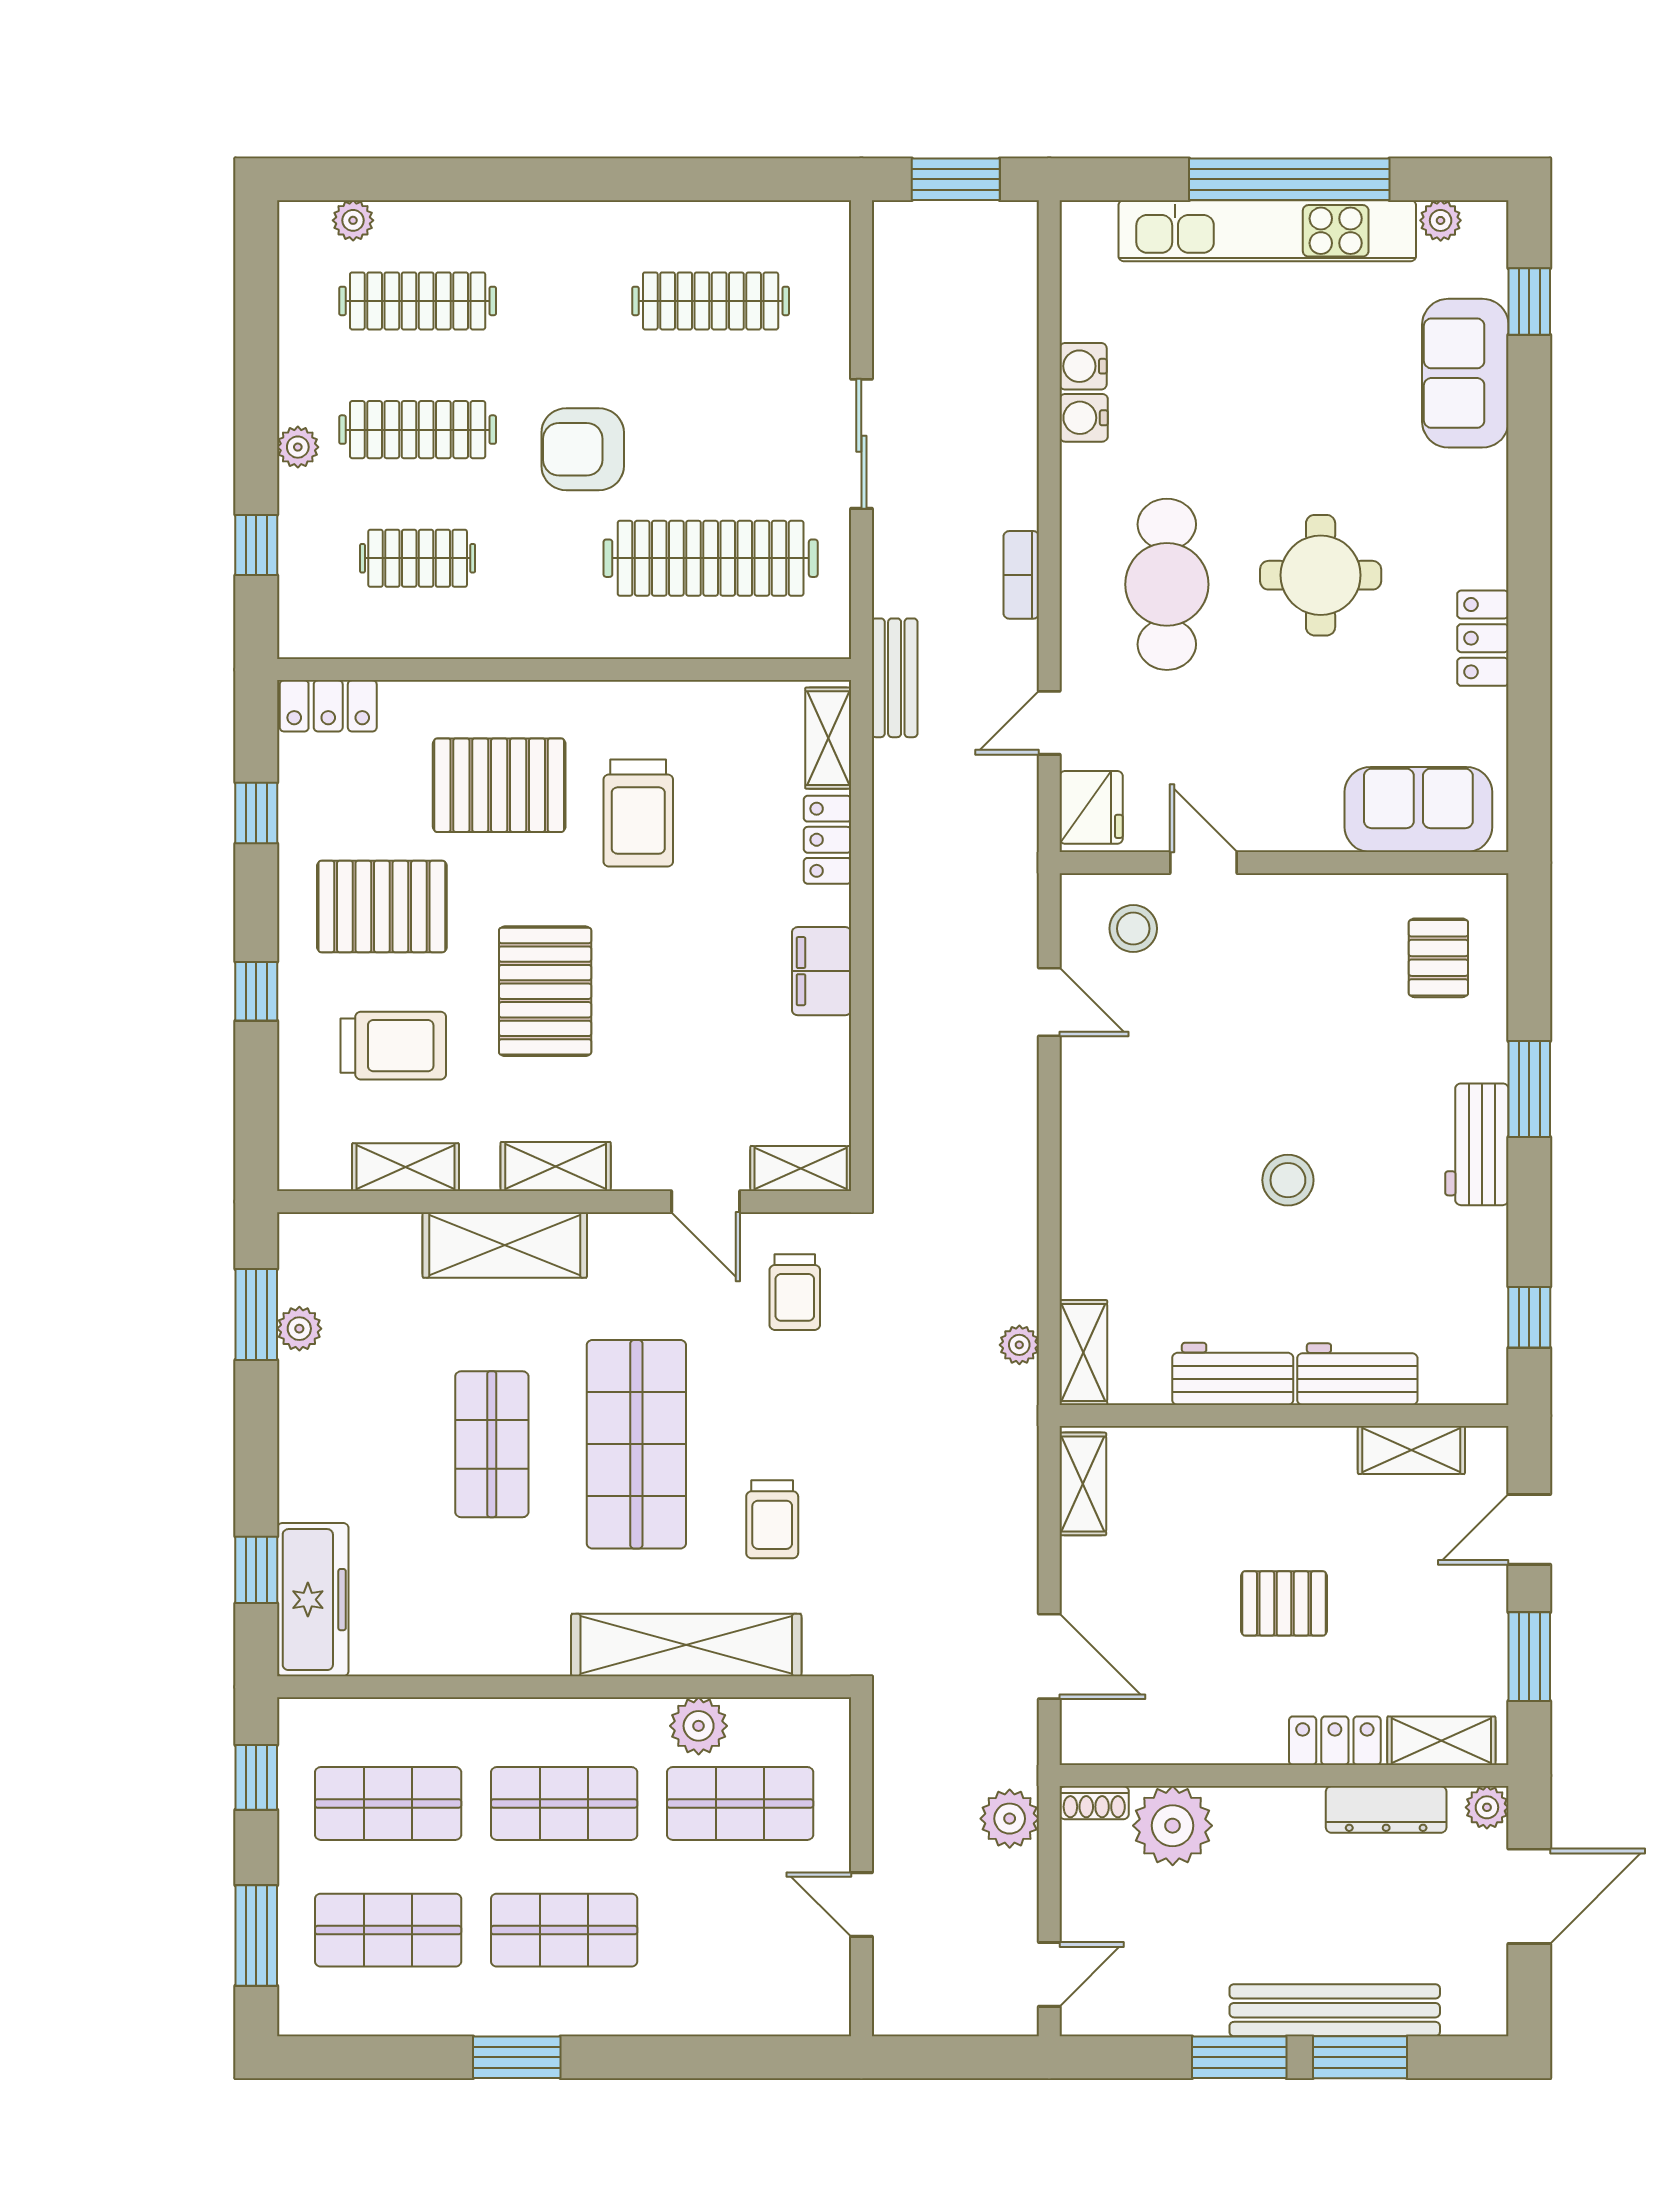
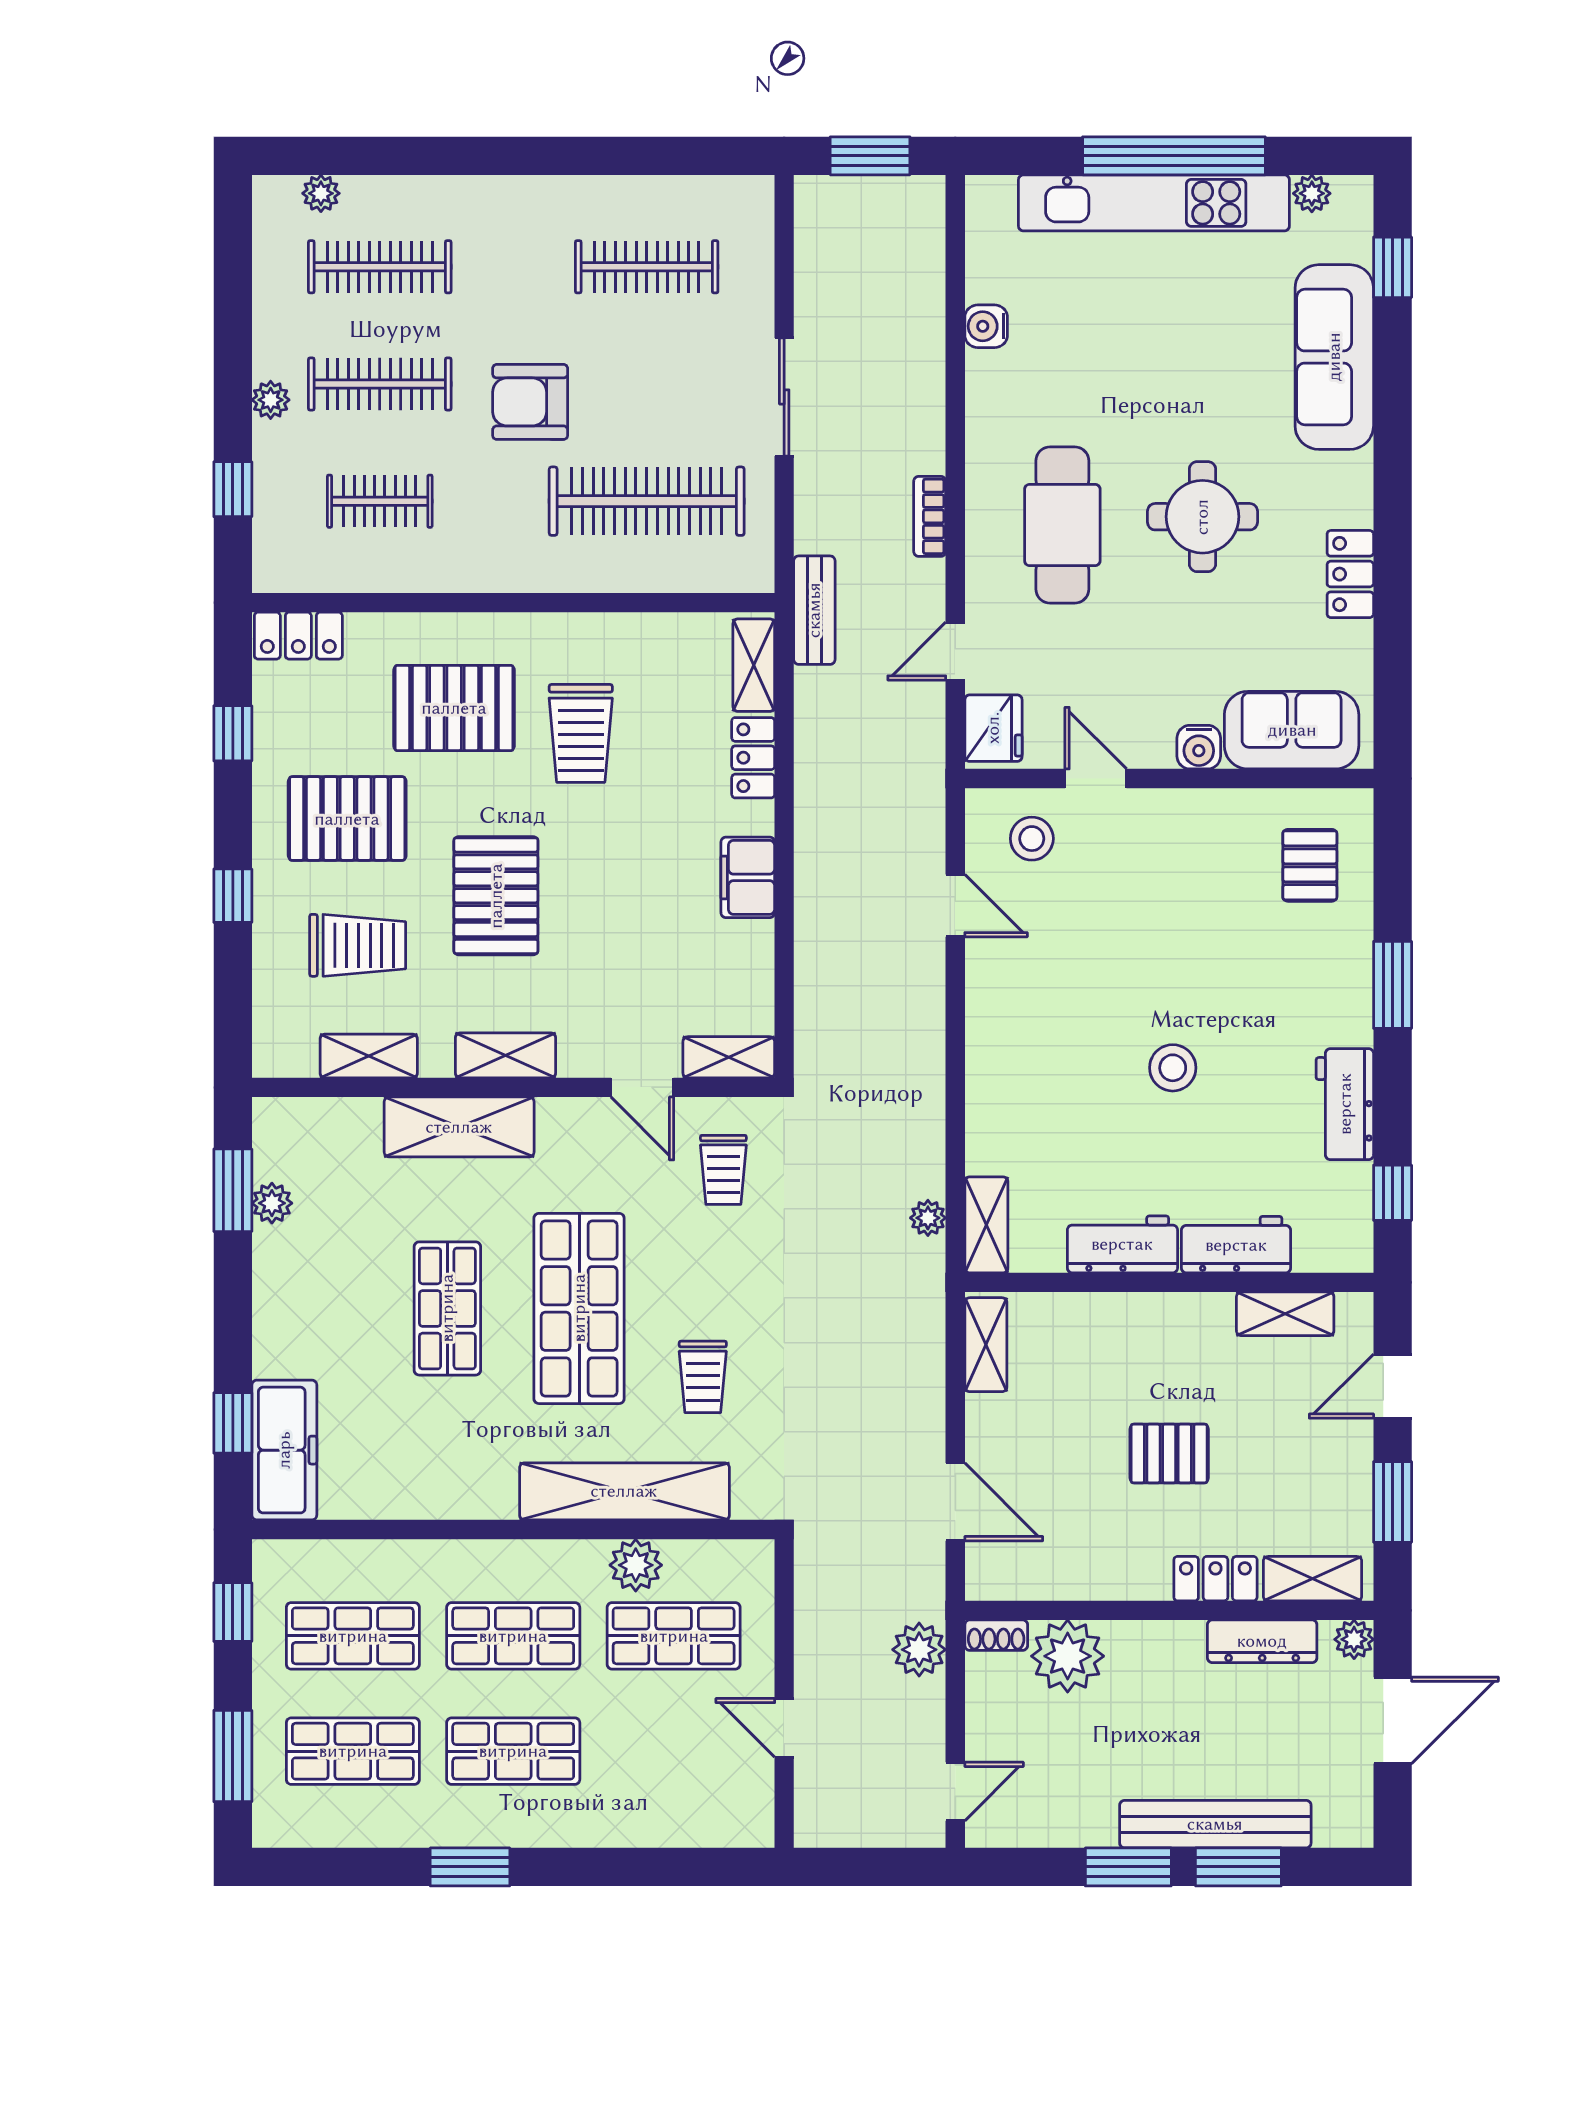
sofa: (1465, 373) -> (1334, 357), width x1.36
water cooler: (1084, 418) -> (1199, 747), moved, turned -90
workbench: (1477, 1144) -> (1345, 1104), moved

